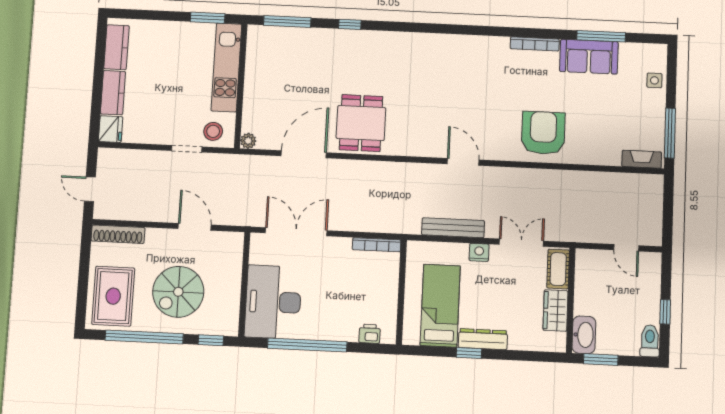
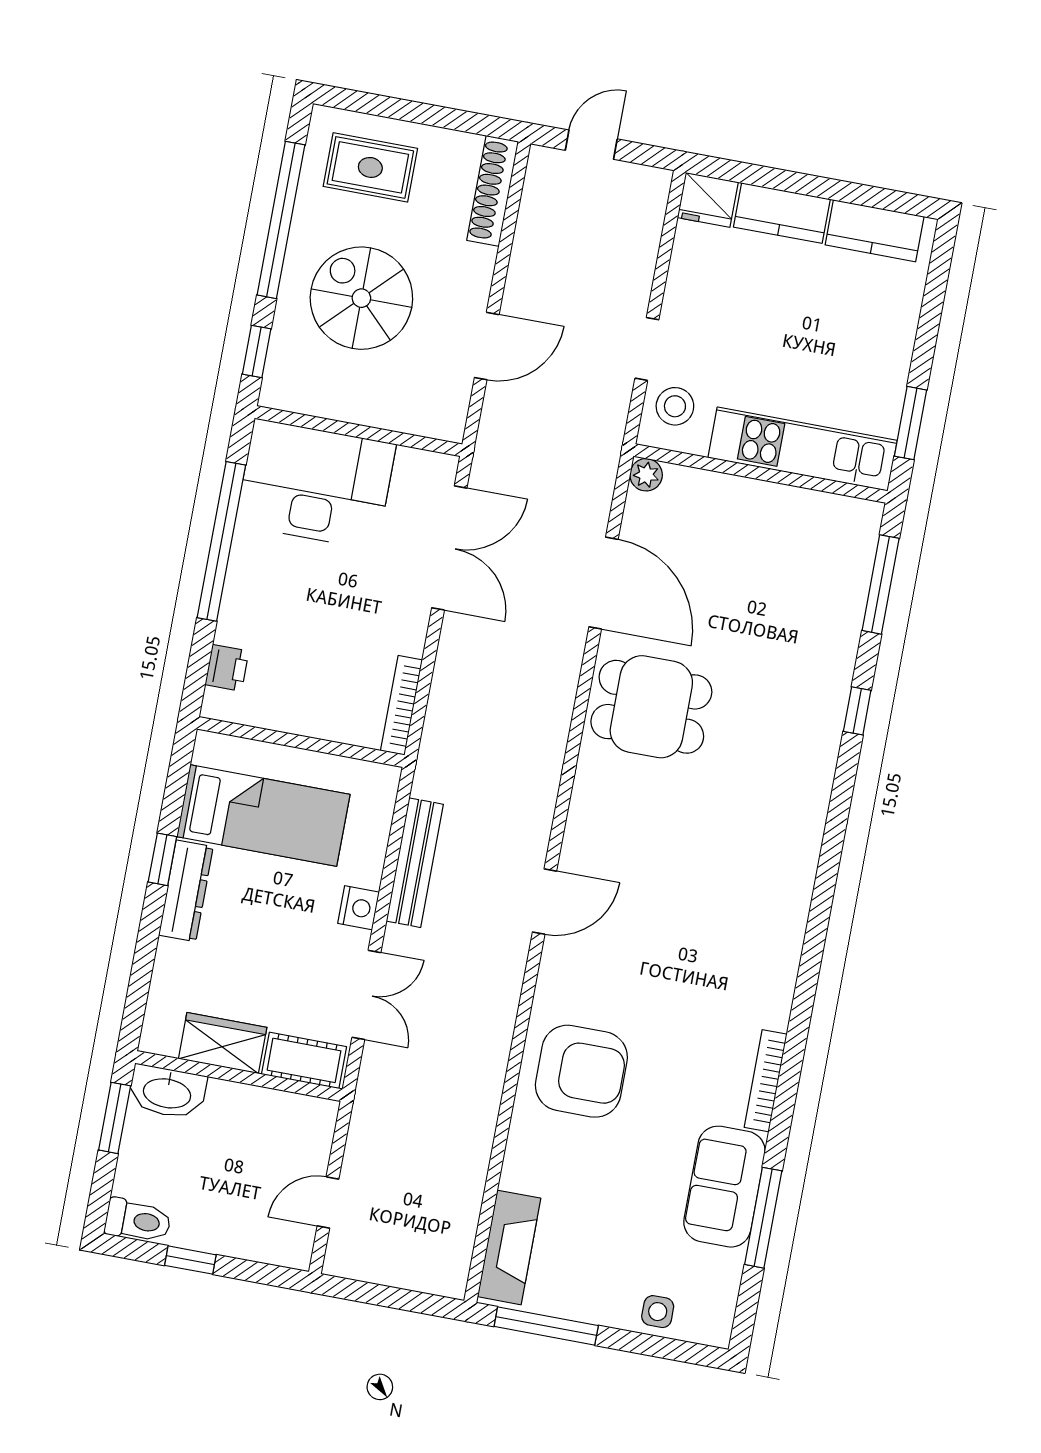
fireplace: (642, 159) -> (509, 1247), width x1.37, depth x1.32
rug: (113, 296) -> (370, 167), width x0.73, depth x0.70

